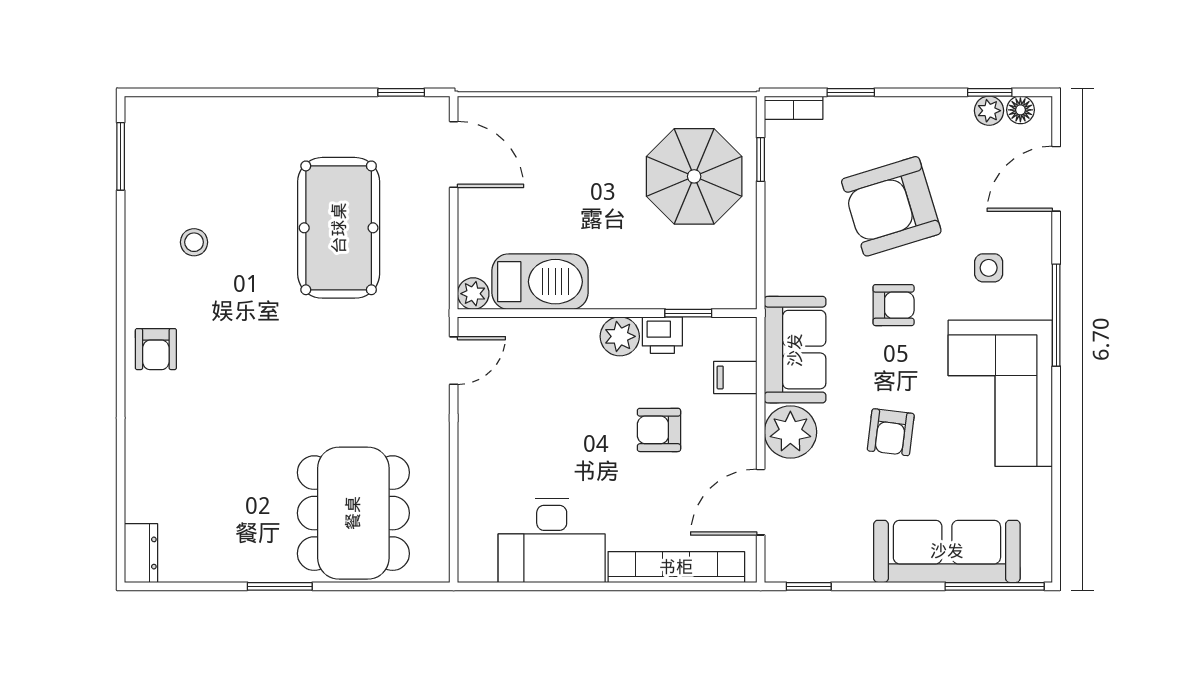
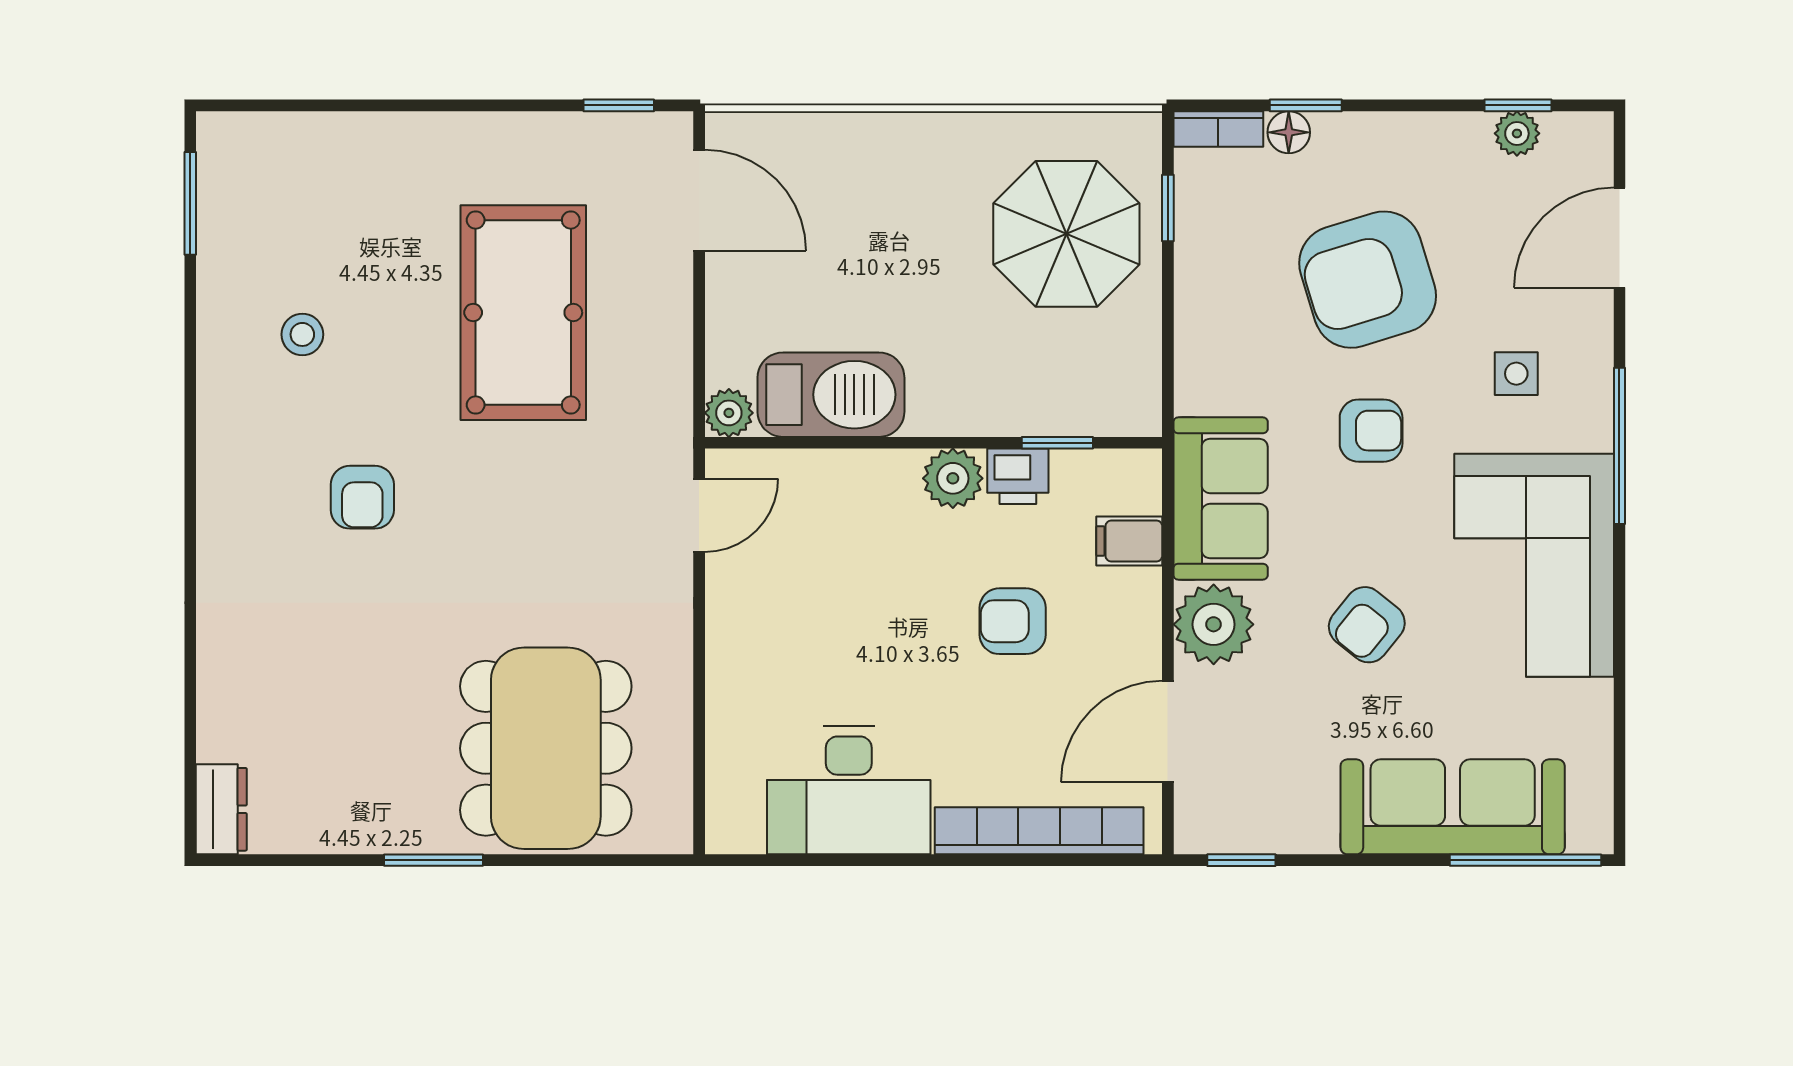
floor lamp: (1020, 110) -> (1289, 132), moved
armchair: (156, 349) -> (362, 497), moved
armchair: (891, 432) -> (1367, 625), turned 32

